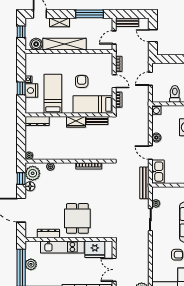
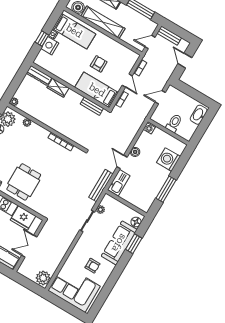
bed: (53, 94) -> (74, 31), moved, turned 90
wardrobe: (76, 122) -> (58, 88), moved

